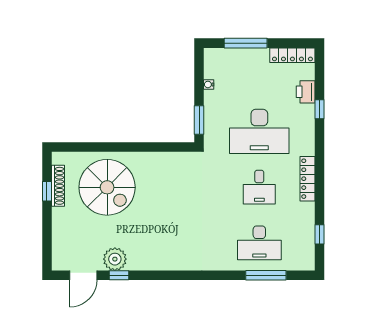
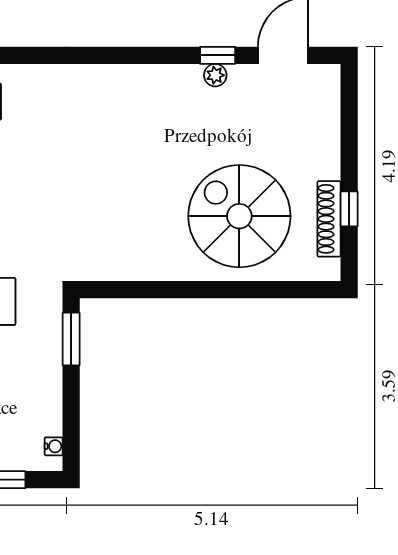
water cooler: (209, 84) -> (54, 446), moved
plant: (115, 259) -> (215, 75), width x0.53, depth x0.53

